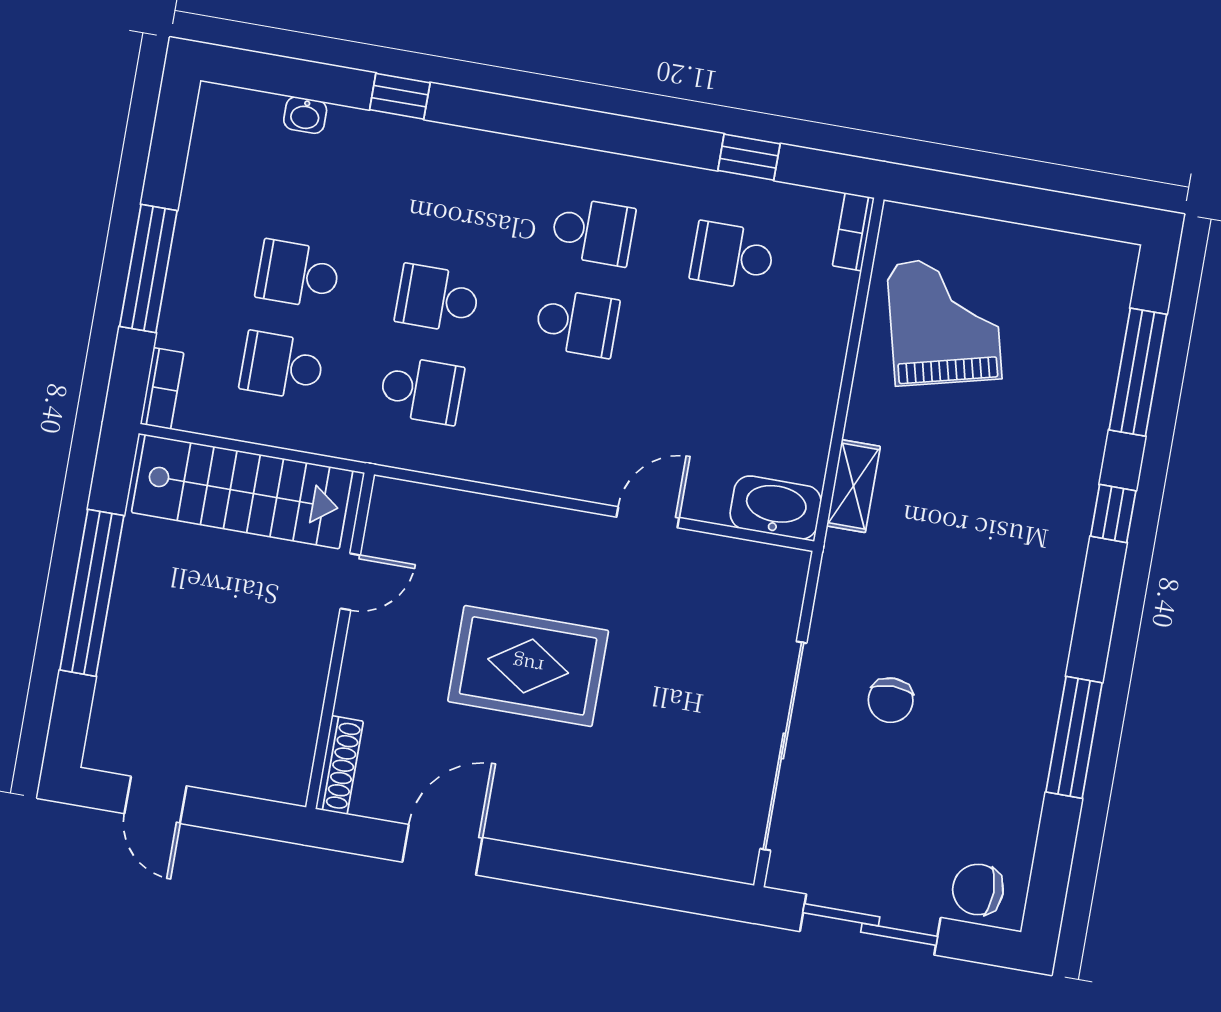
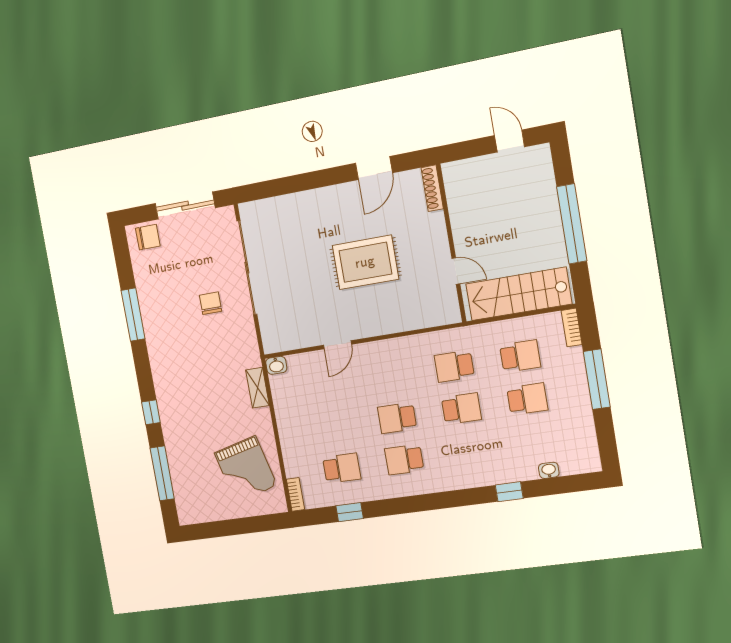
washbasin: (776, 508) -> (276, 365), width x0.52, depth x0.69
door: (350, 582) -> (456, 271), swing flipped

